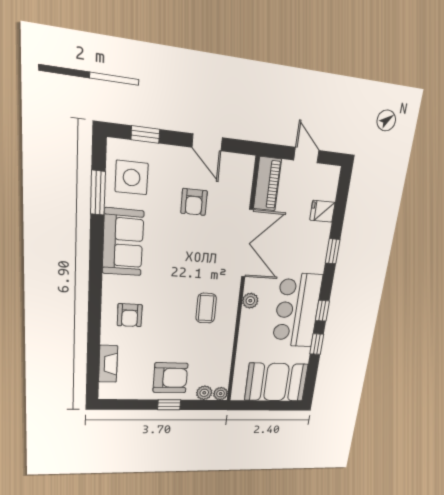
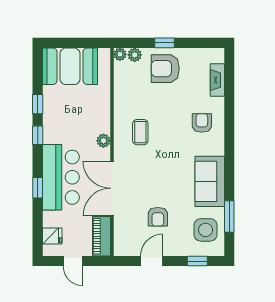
door: (207, 142) -> (152, 261), hinge flipped
armchair: (194, 202) -> (158, 217), turned 180
fridge: (322, 211) -> (52, 236), moved
bar counter: (297, 310) -> (61, 177), moved

